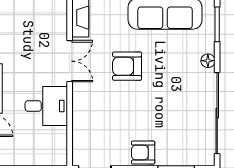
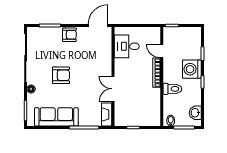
armchair: (127, 66) -> (61, 75), moved
desk: (46, 106) -> (127, 46), moved

